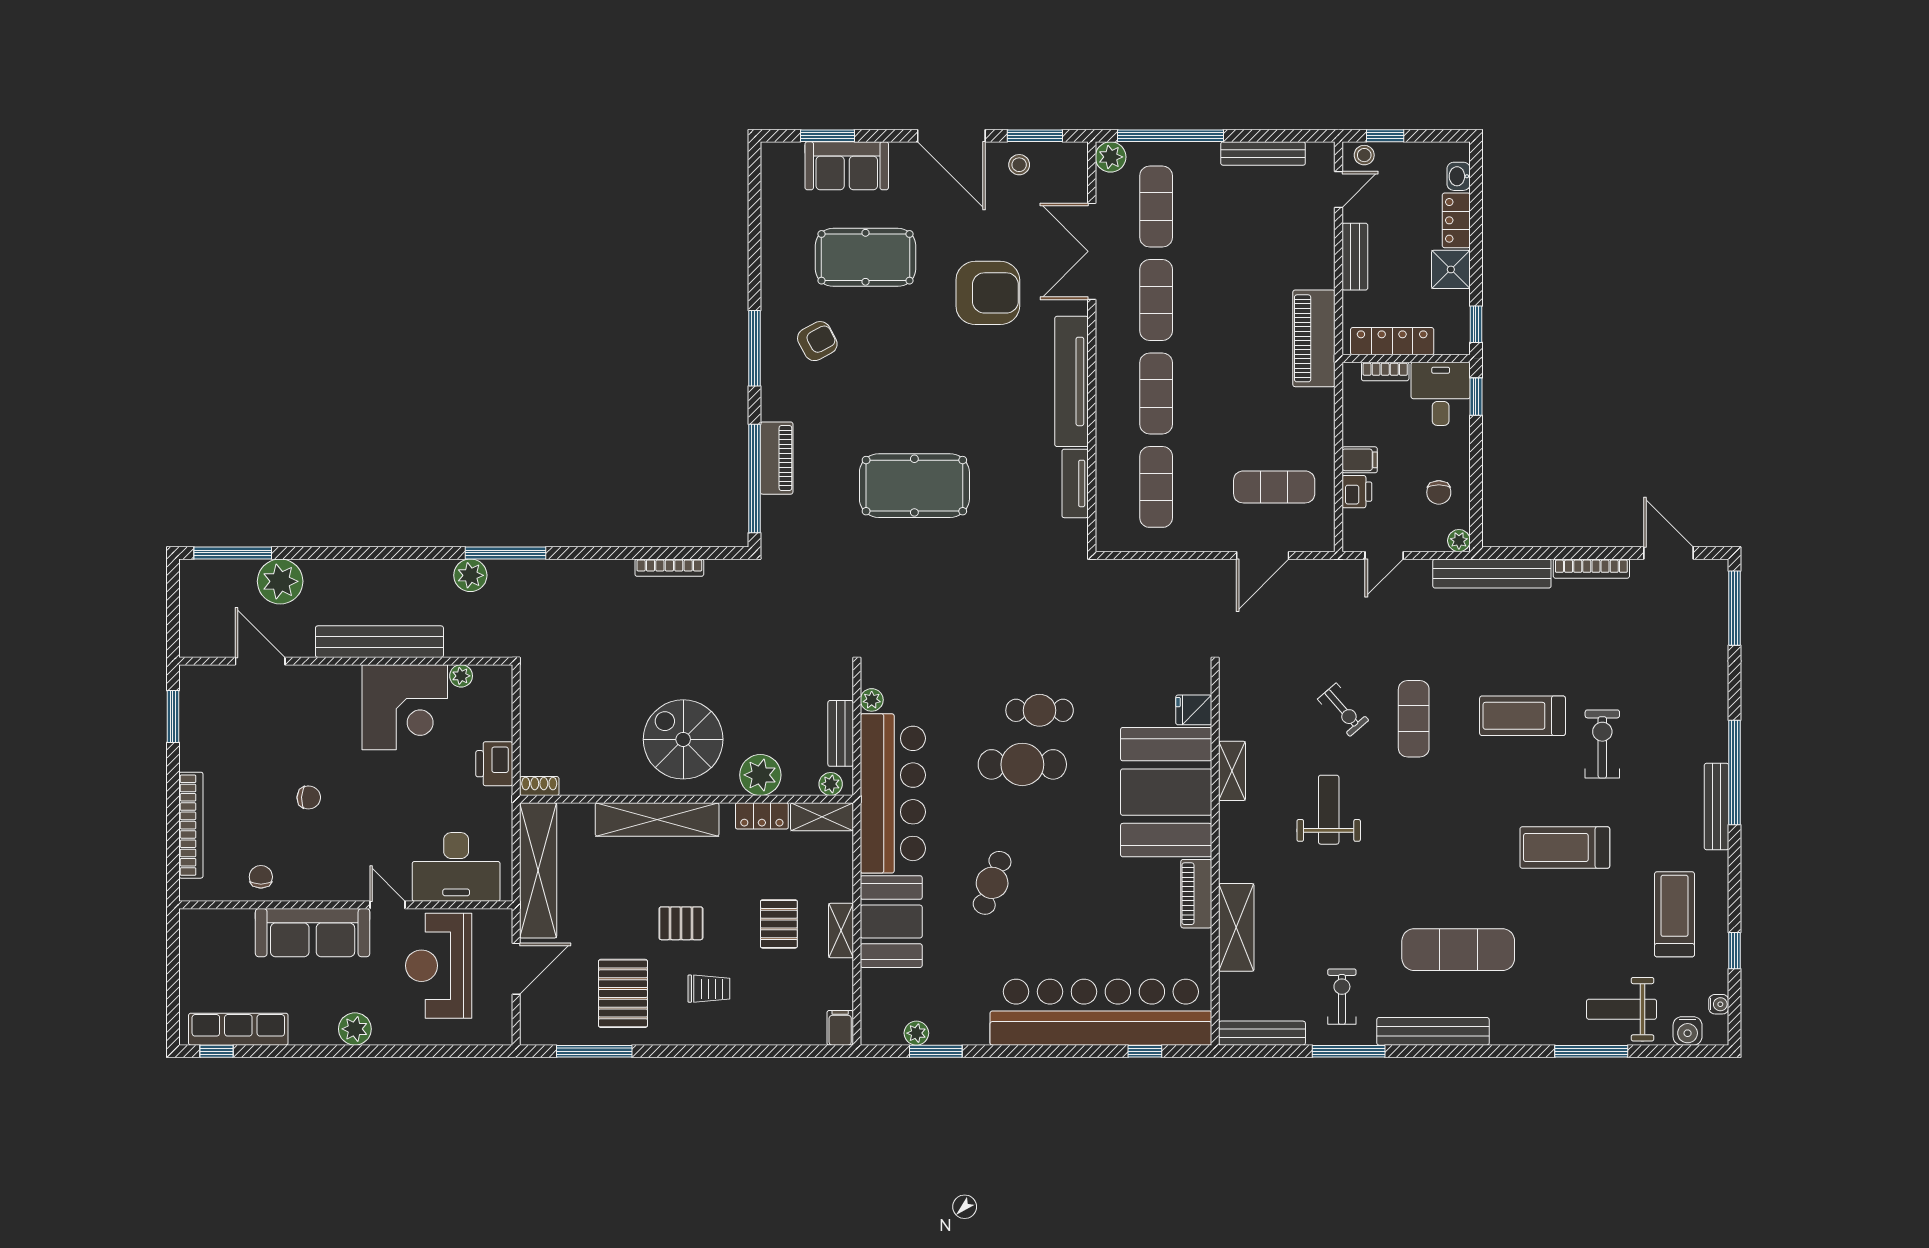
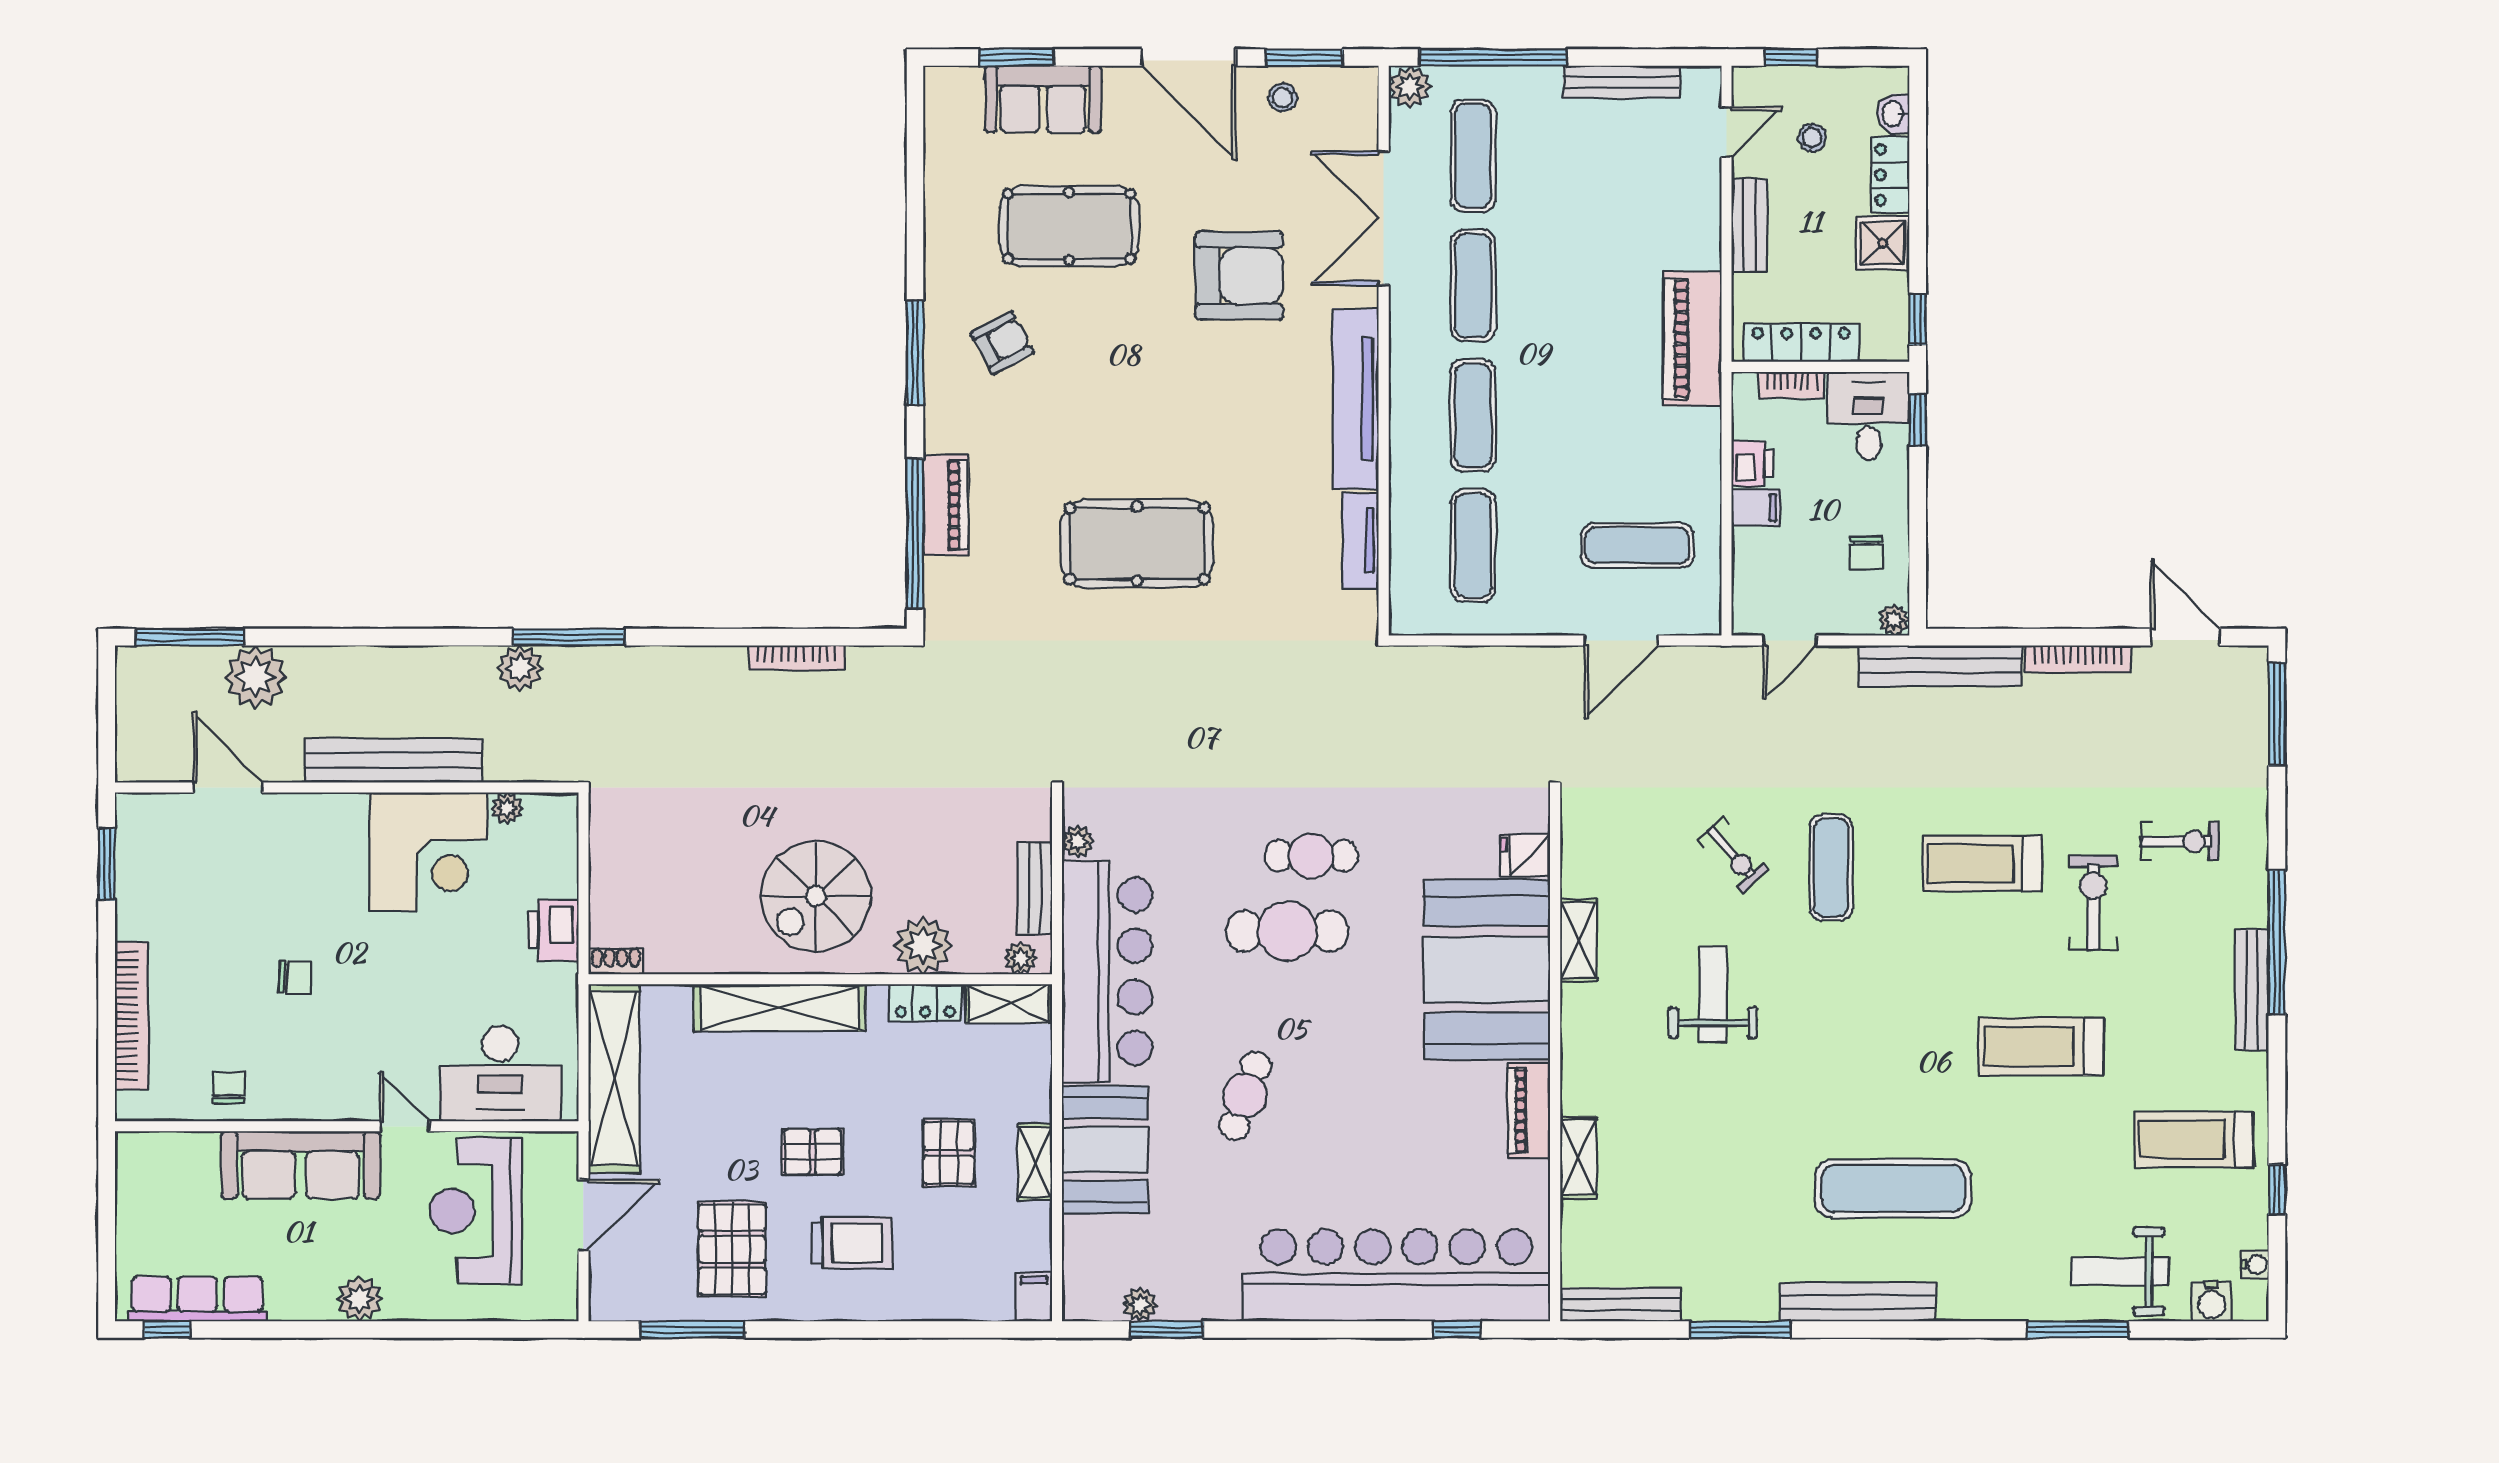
stool: (1364, 155) -> (1812, 138), moved
printer: (1357, 492) -> (1752, 463), moved
spiral stairs: (683, 739) -> (816, 896), turned -90
treadmill: (1674, 914) -> (2194, 1139), turned -90
shelving: (1236, 927) -> (1578, 1158), width x0.67, depth x0.75
trolley: (709, 989) -> (852, 1243), width x1.36, depth x1.39
exercise bike: (1342, 997) -> (2180, 841), moved, turned 90

